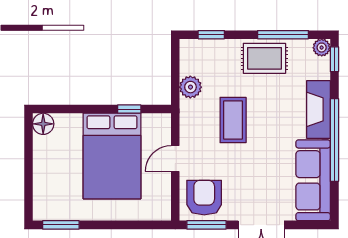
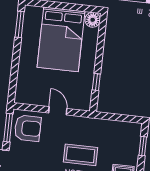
plant: (190, 87) -> (107, 127), removed
bed: (112, 156) -> (61, 39), moved, turned -90

